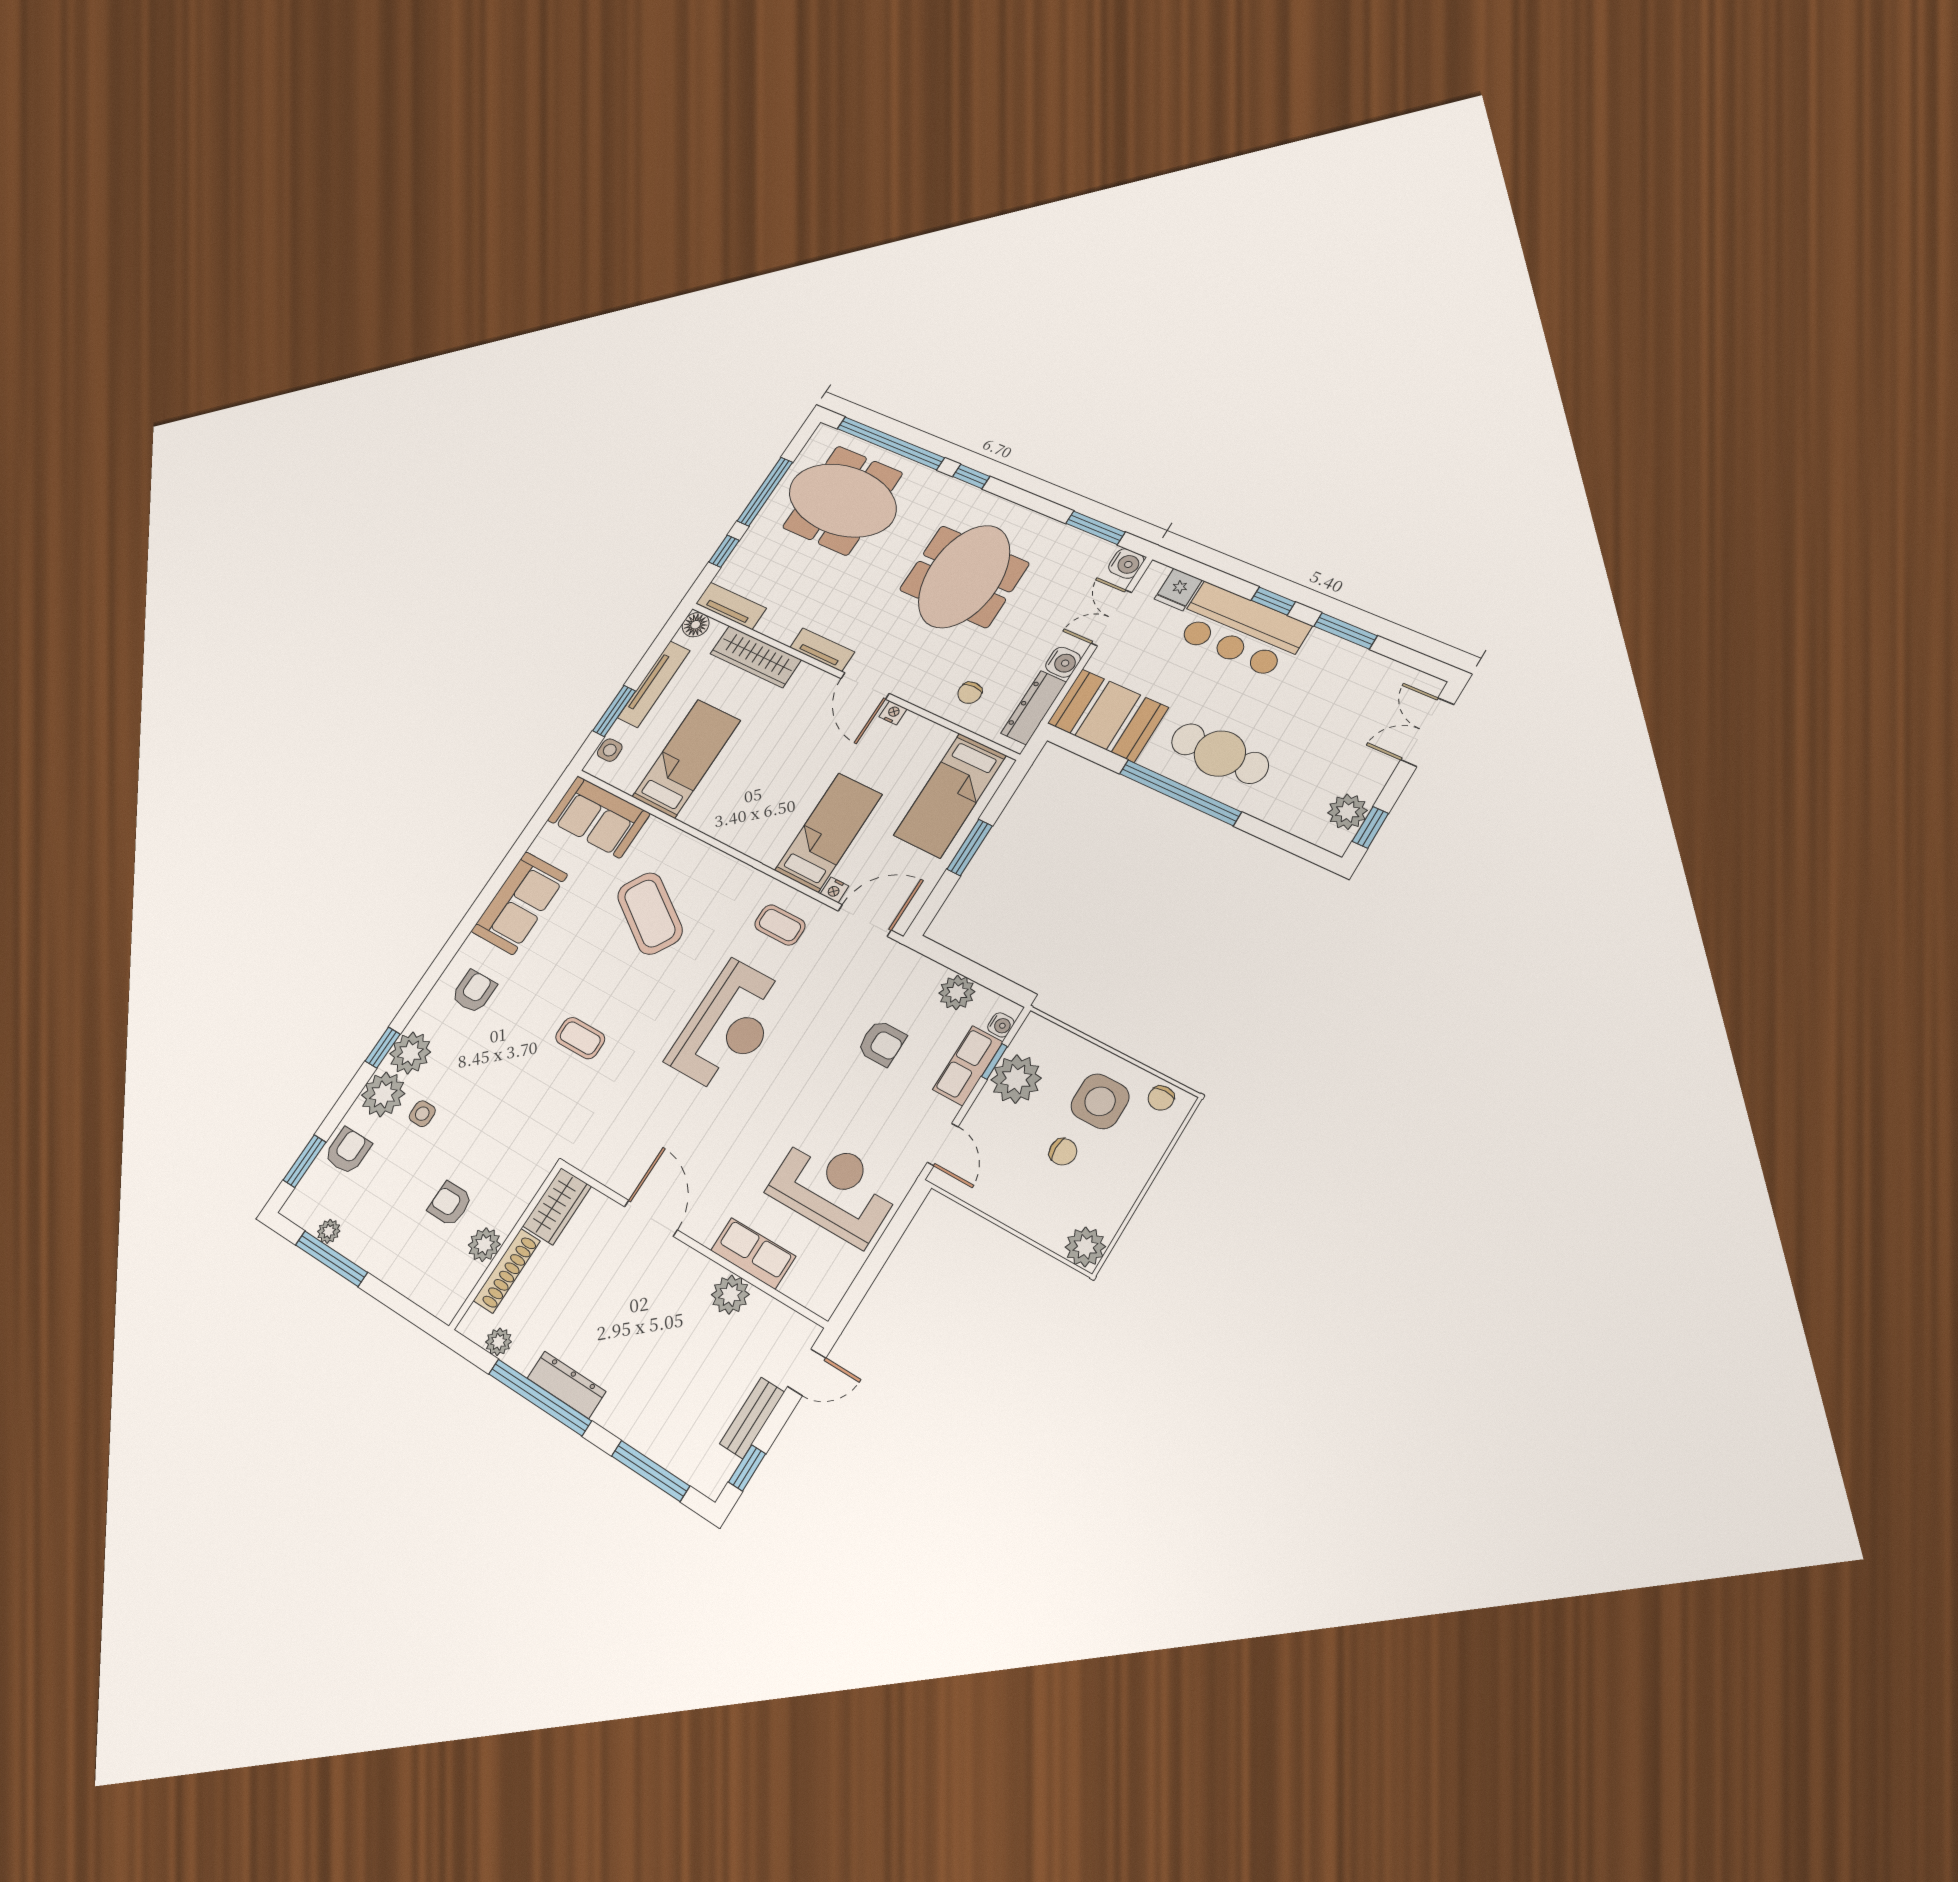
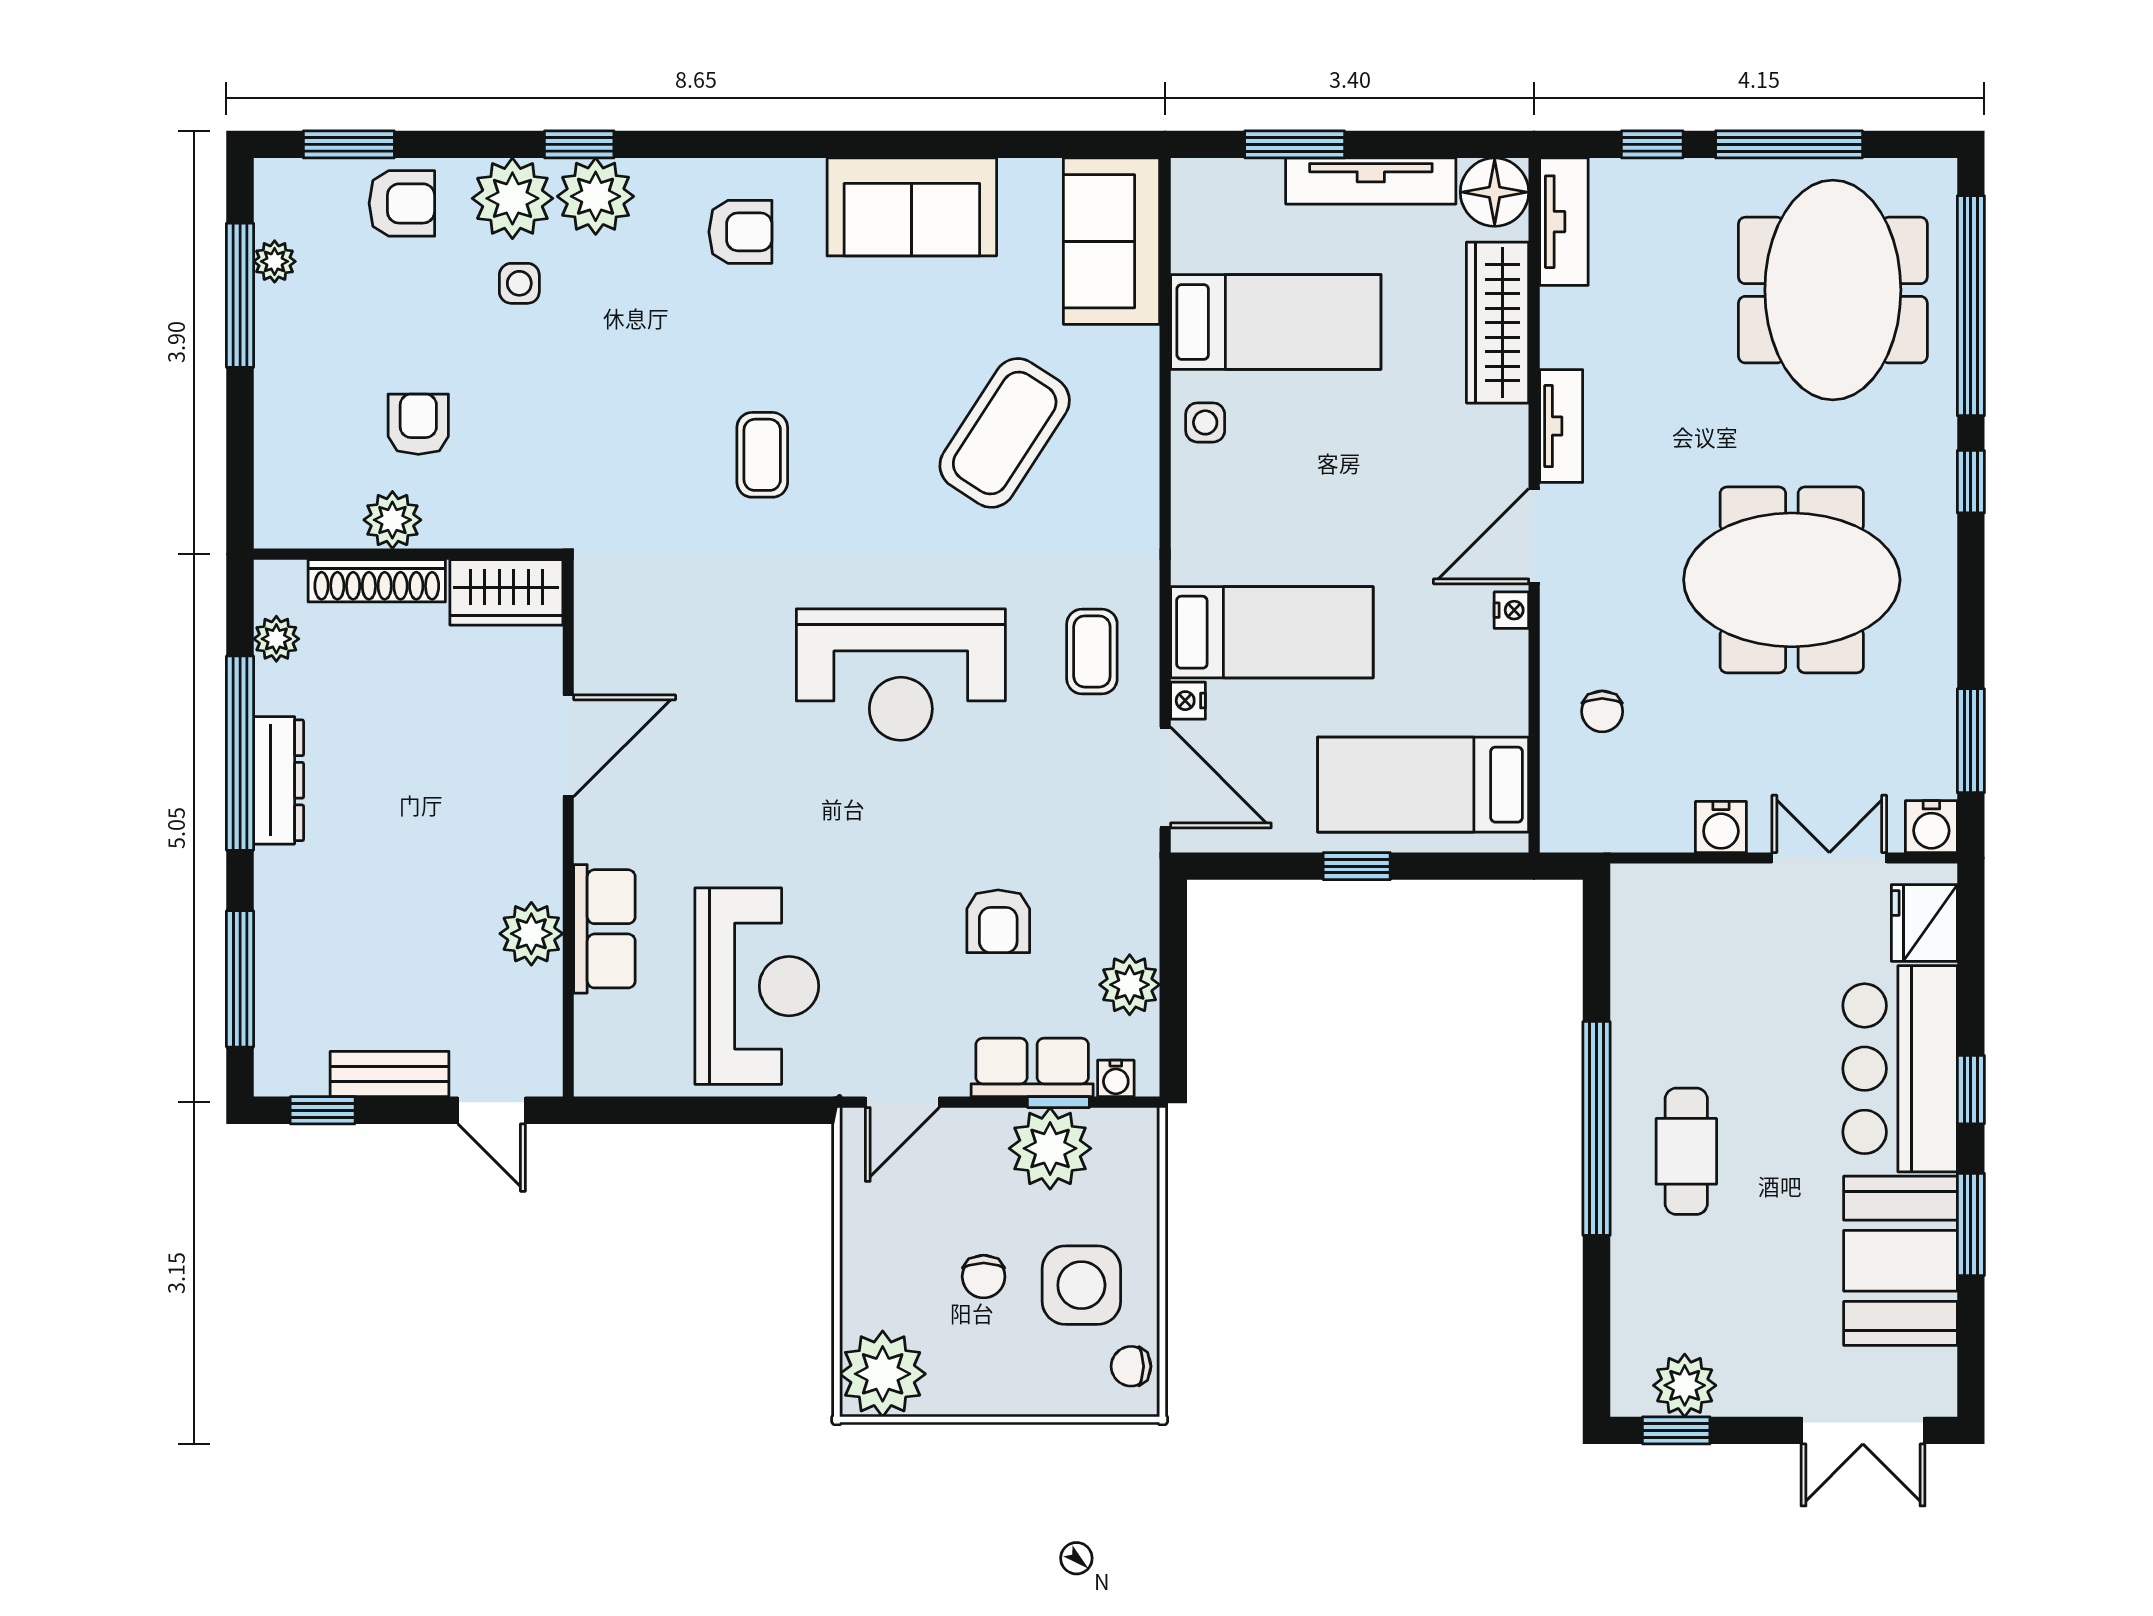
fridge: (1178, 589) -> (1924, 923), width x1.38
floor lamp: (696, 625) -> (1495, 192), width x1.38, depth x1.38
chair: (970, 693) -> (1602, 711), turned -90
dresser: (1034, 708) -> (1625, 827), removed
booth: (1108, 715) -> (1901, 1261), moved
double door: (1427, 732) -> (1863, 1430), swing flipped
side table: (610, 750) -> (1205, 422), moved
cafe table: (1220, 754) -> (1686, 1151), width x0.73, depth x0.74
window: (970, 848) -> (1357, 866), width x0.67
plant: (1085, 1247) -> (883, 1374), width x1.36, depth x1.36

